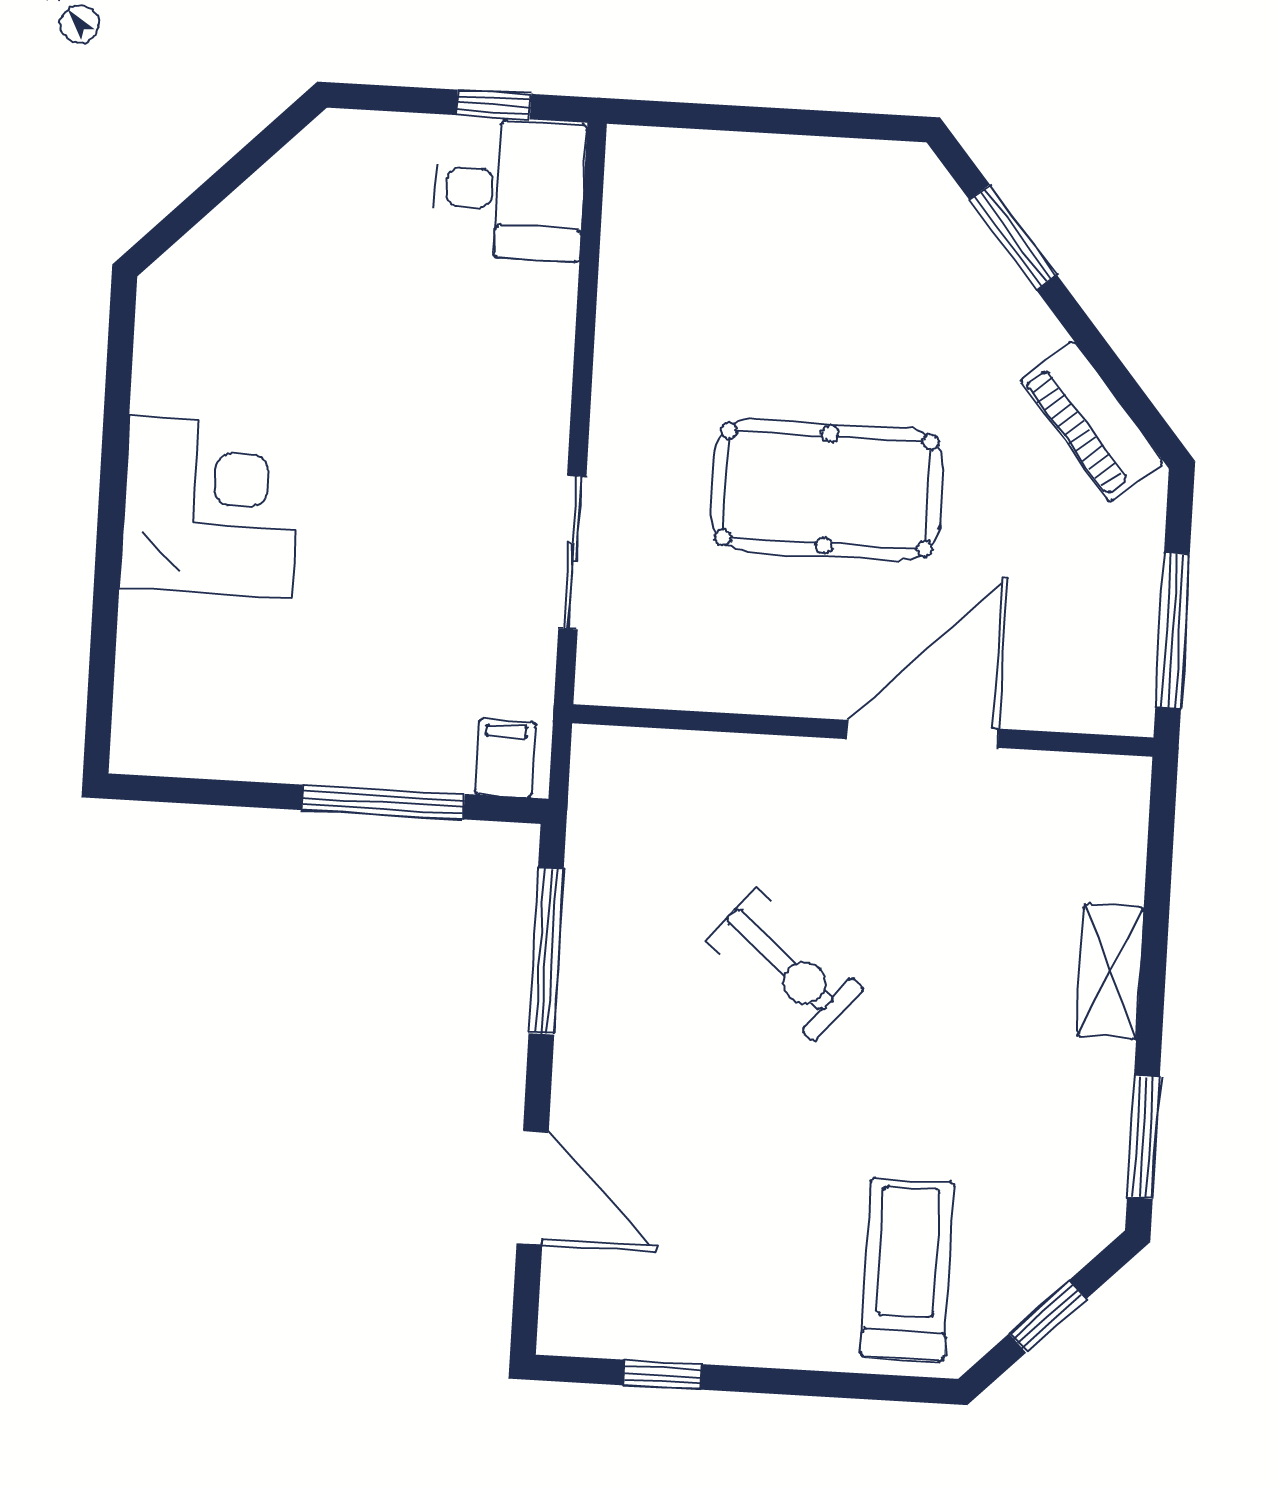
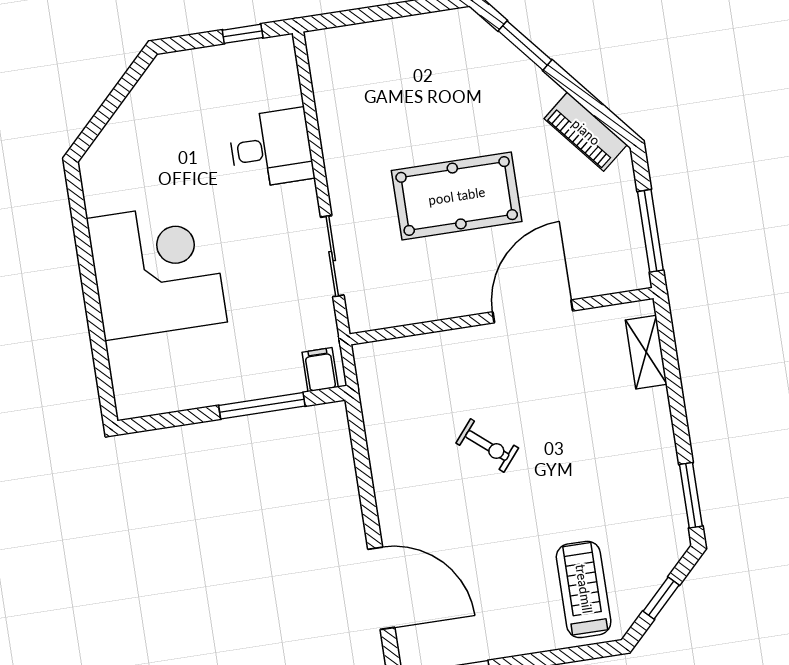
desk: (509, 190) -> (271, 148), moved
corner desk: (210, 507) -> (157, 270), width x1.36, depth x1.36
window: (546, 951) -> (362, 465), removed
exercise bike: (785, 965) -> (487, 445), width x0.73, depth x0.72
shelving: (1110, 972) -> (646, 352), moved
door: (533, 1188) -> (381, 588), width x1.36

